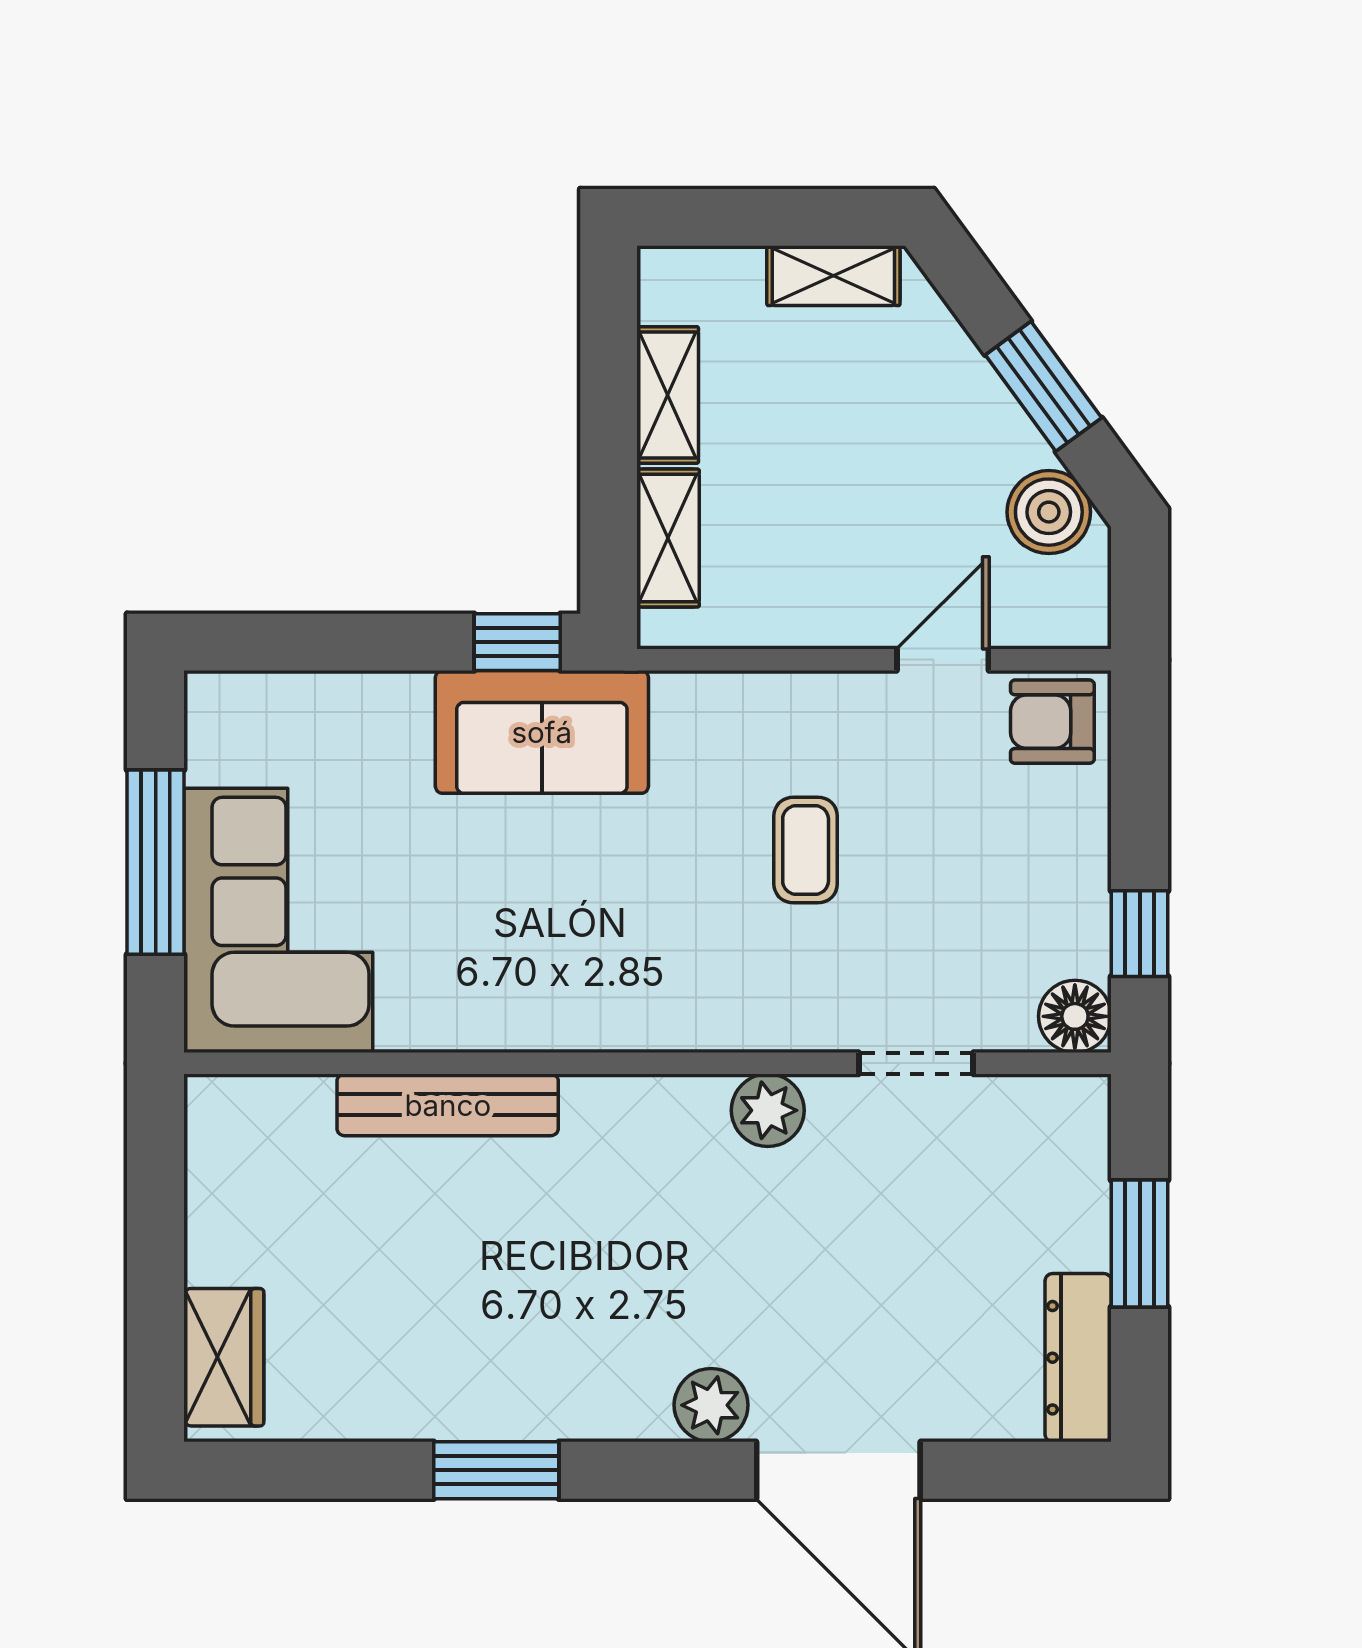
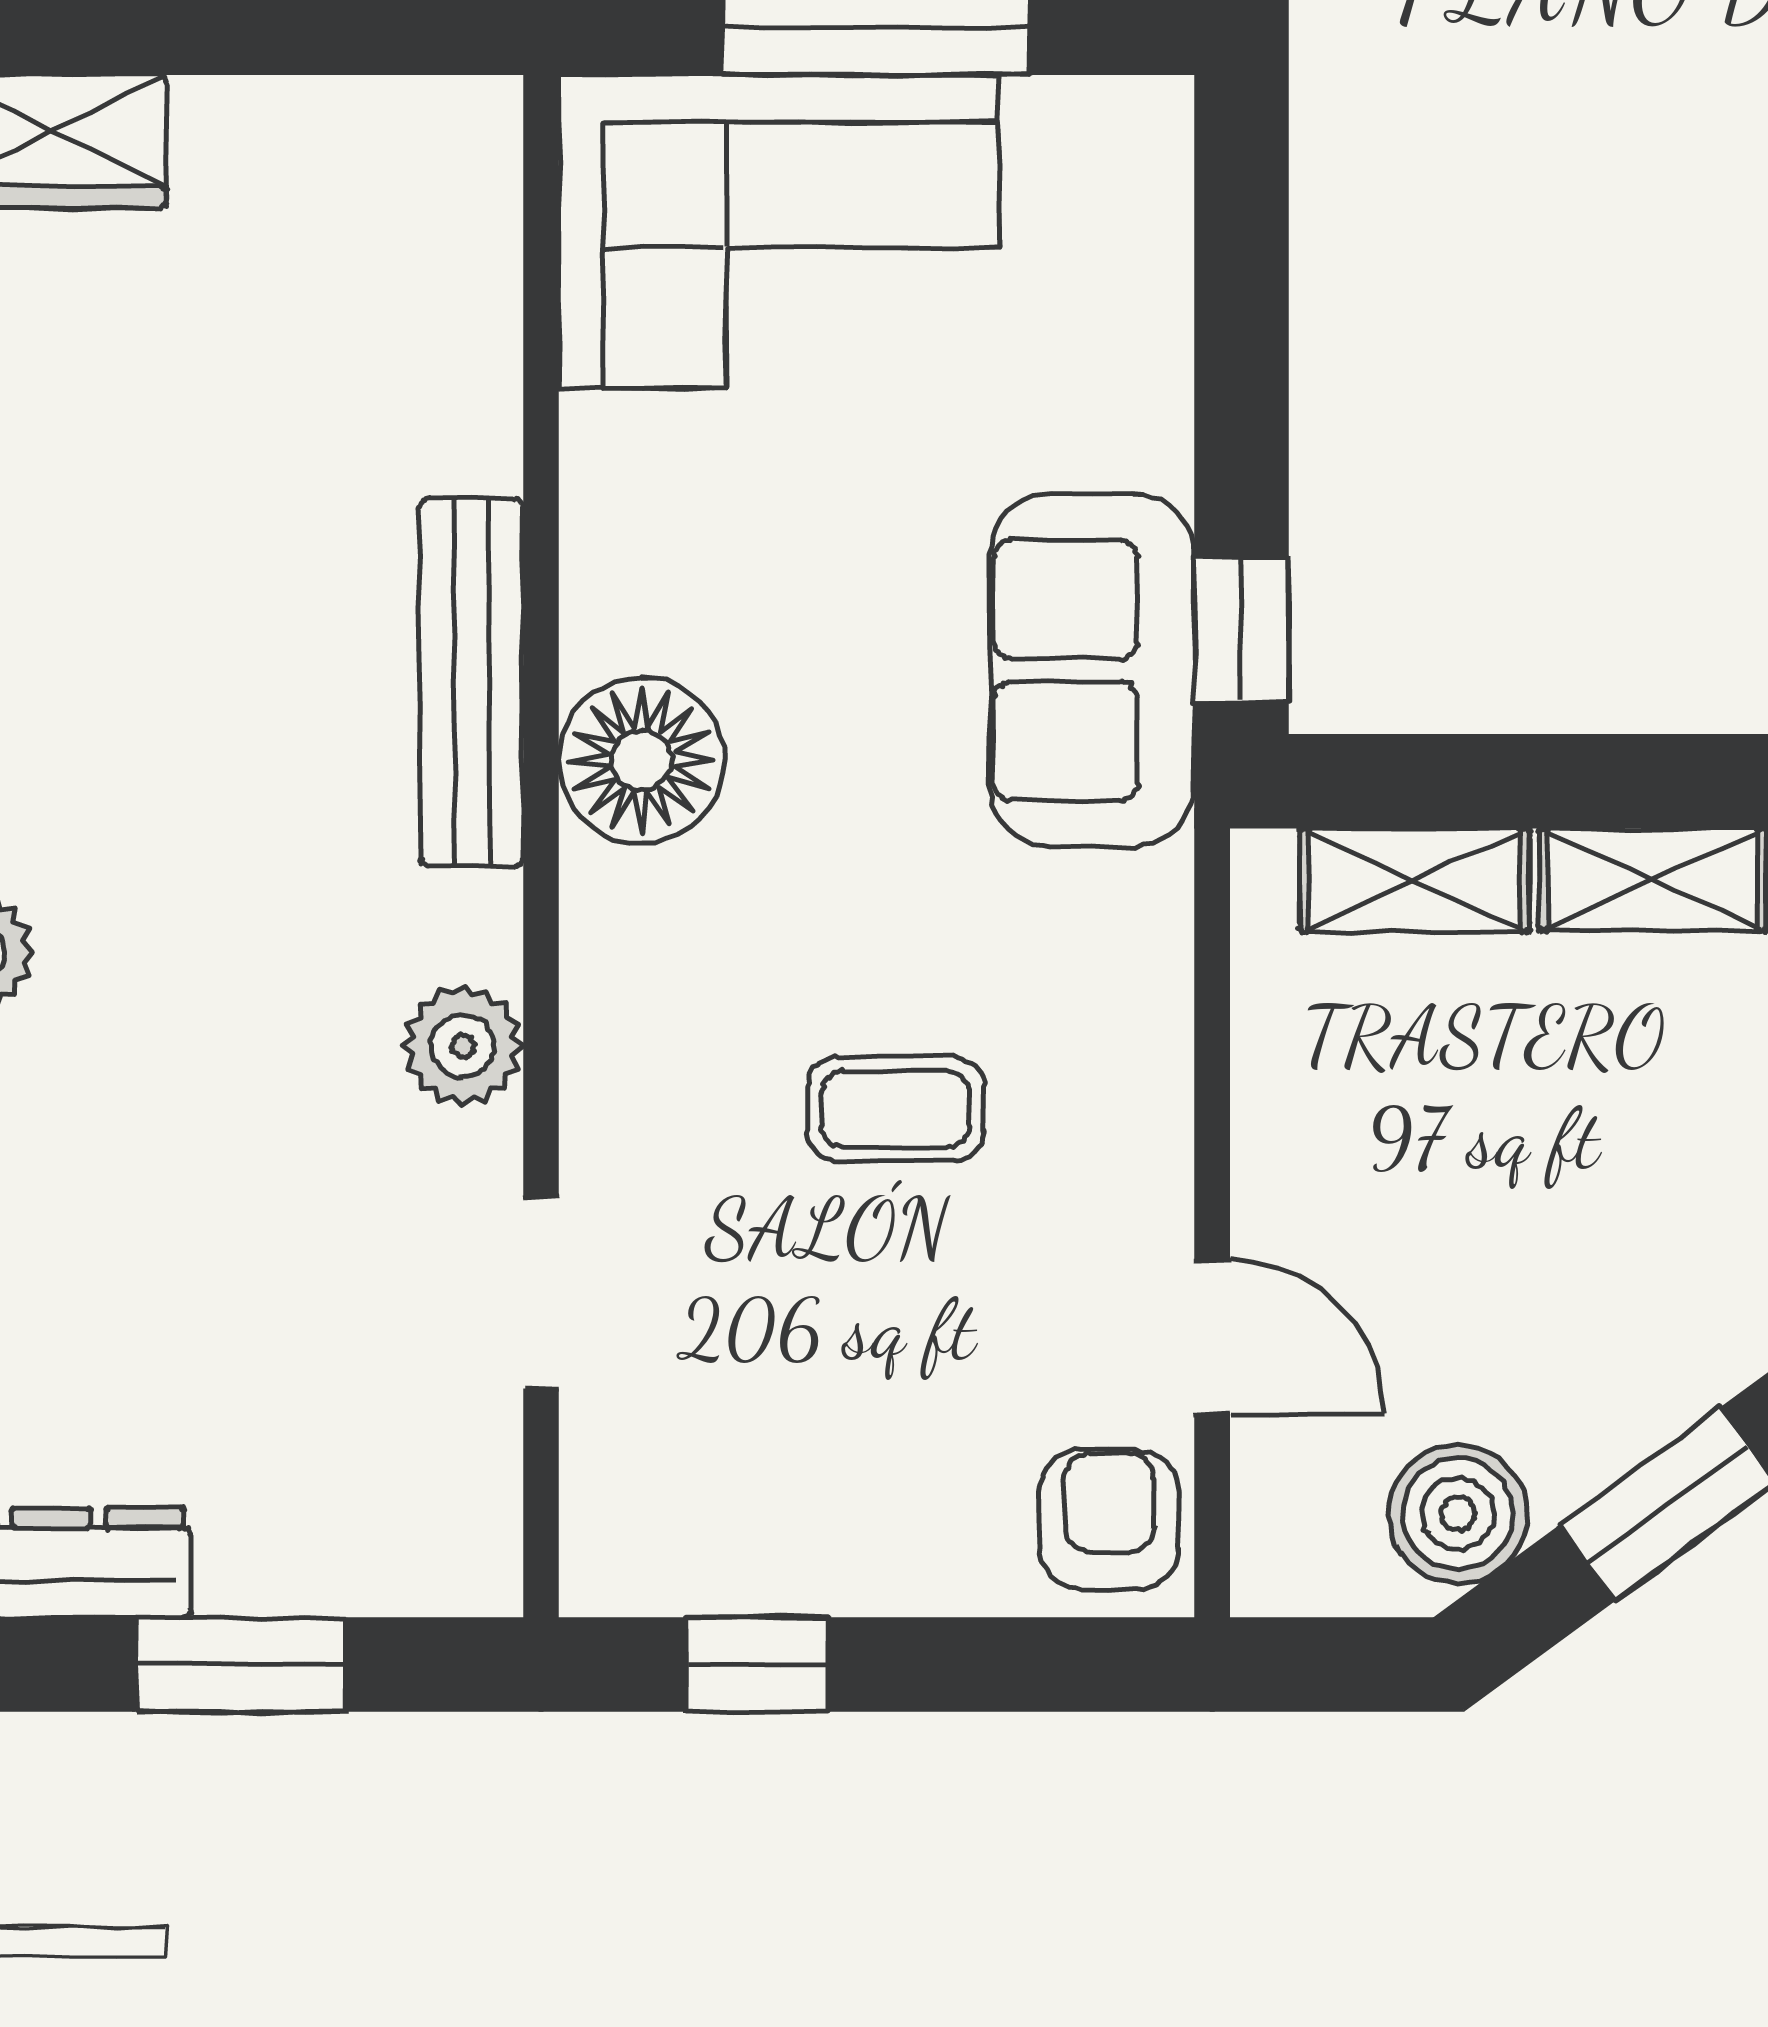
floor lamp: (1075, 1016) -> (641, 760), moved, width x1.38, depth x1.38
bench: (448, 1105) -> (472, 682), moved

